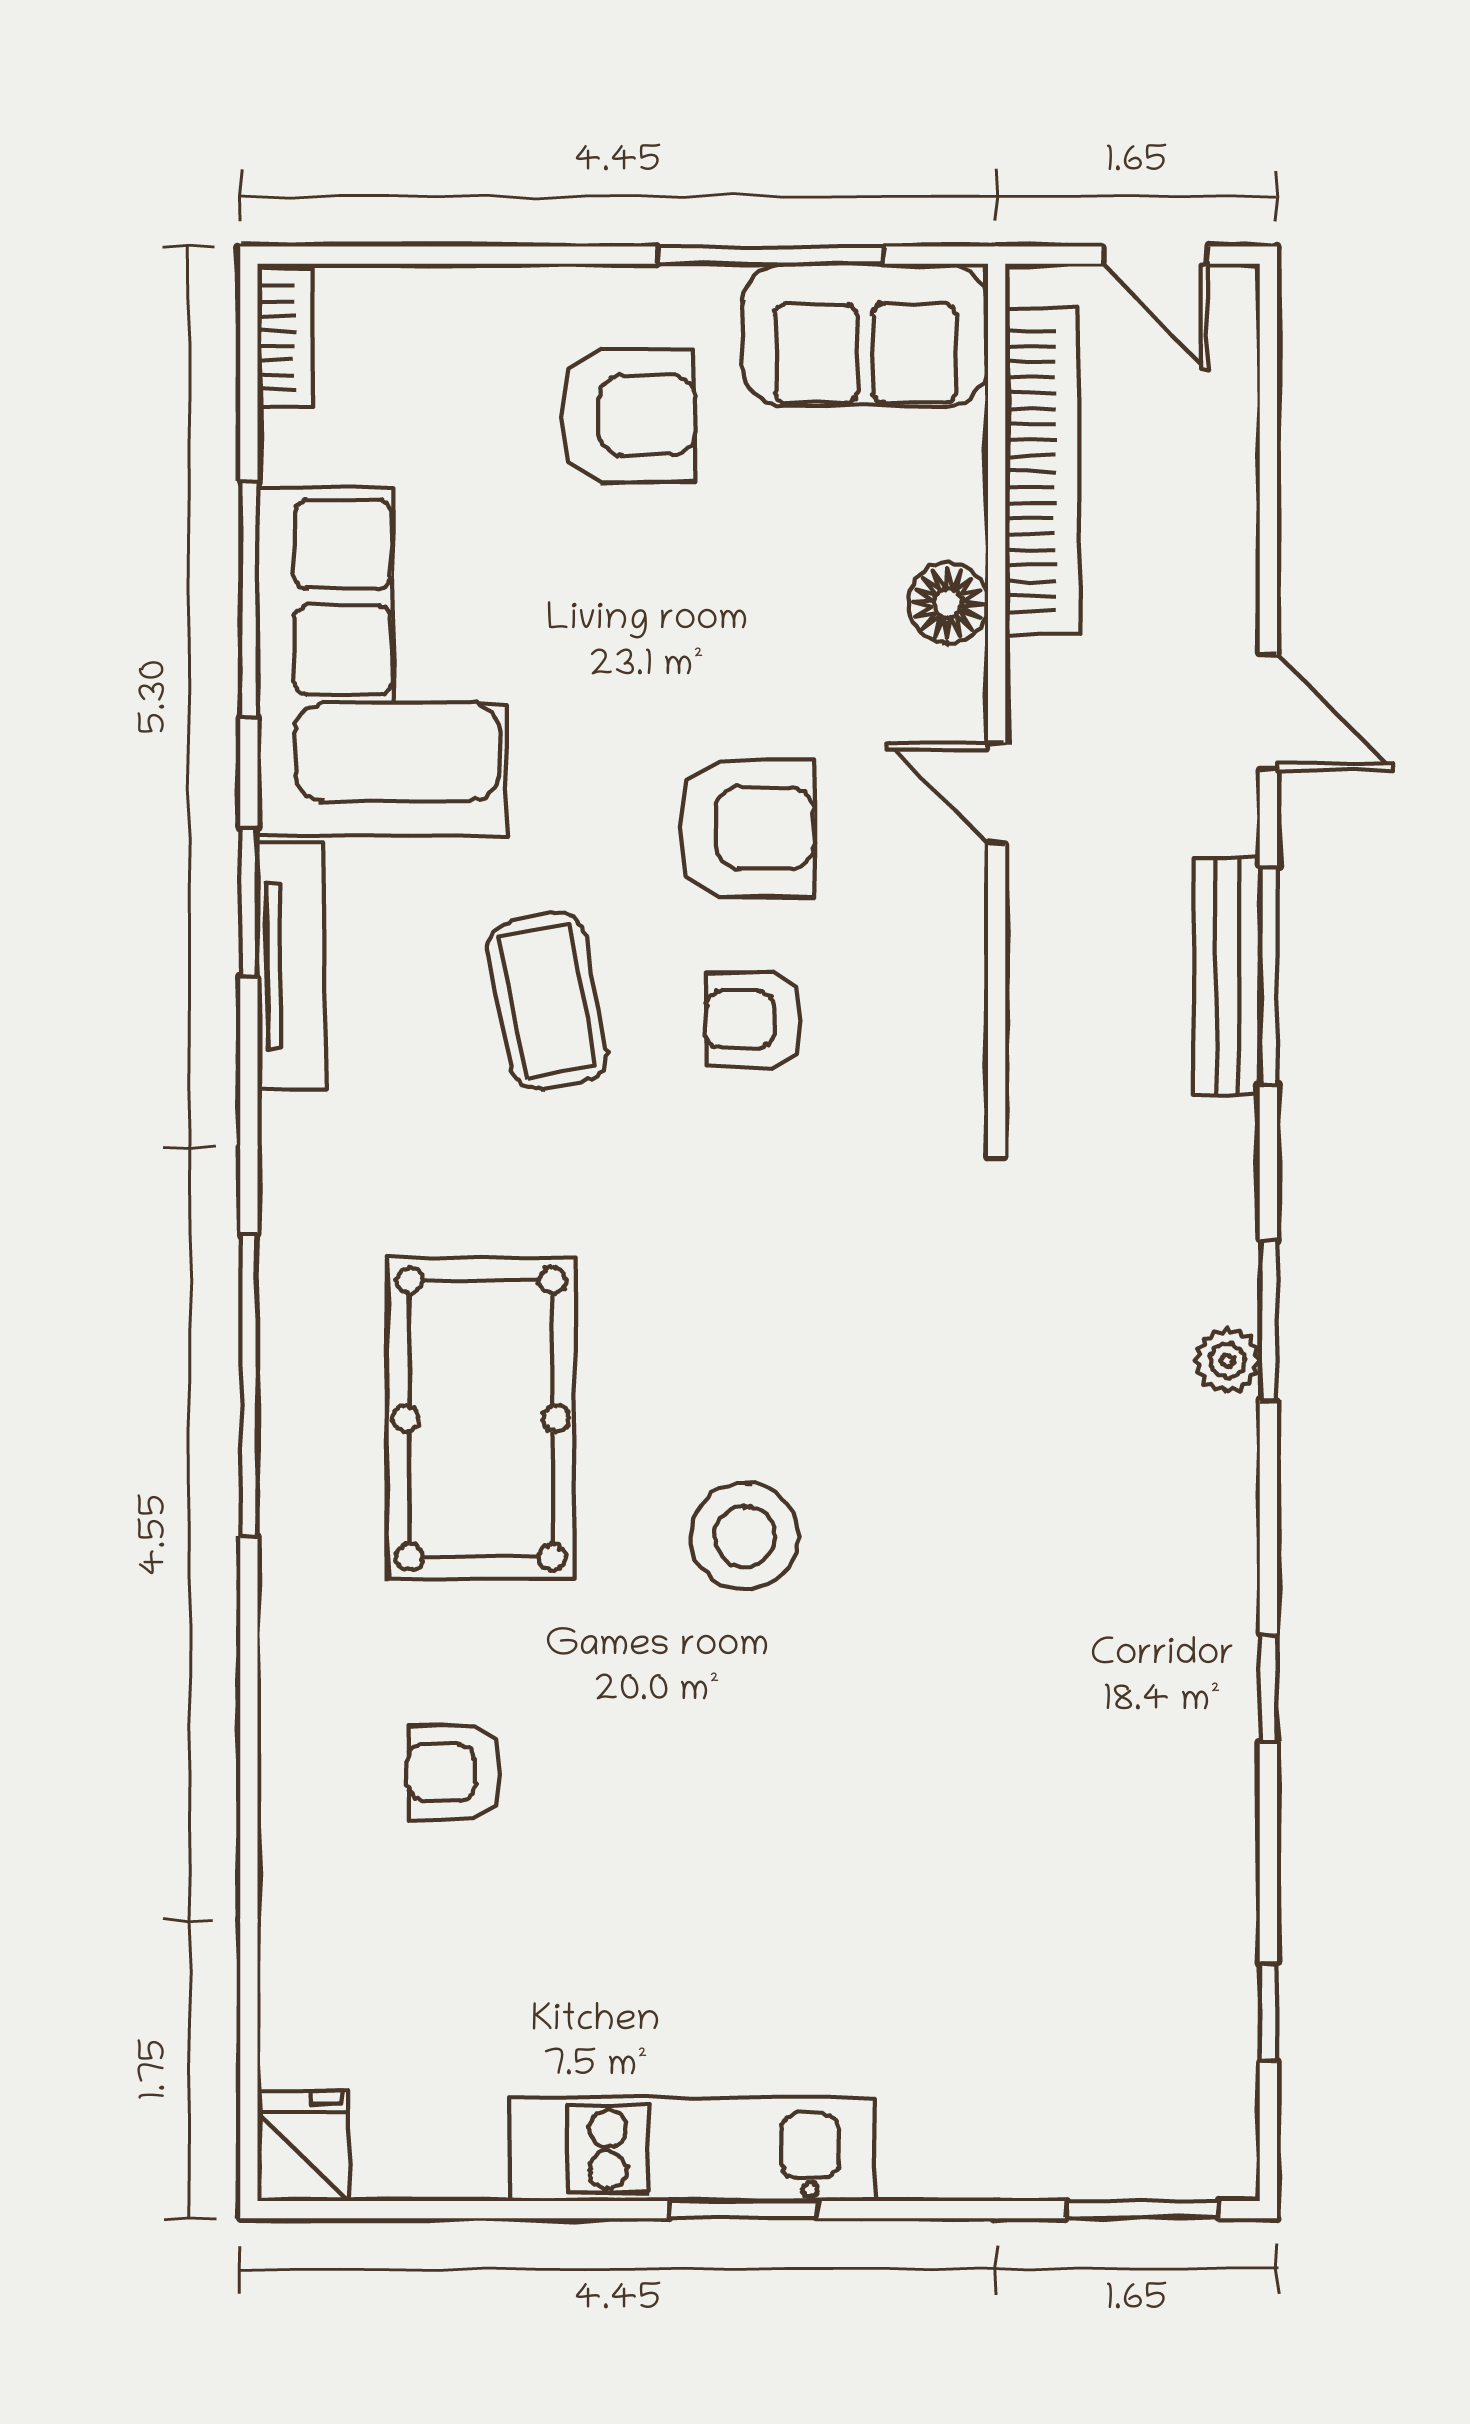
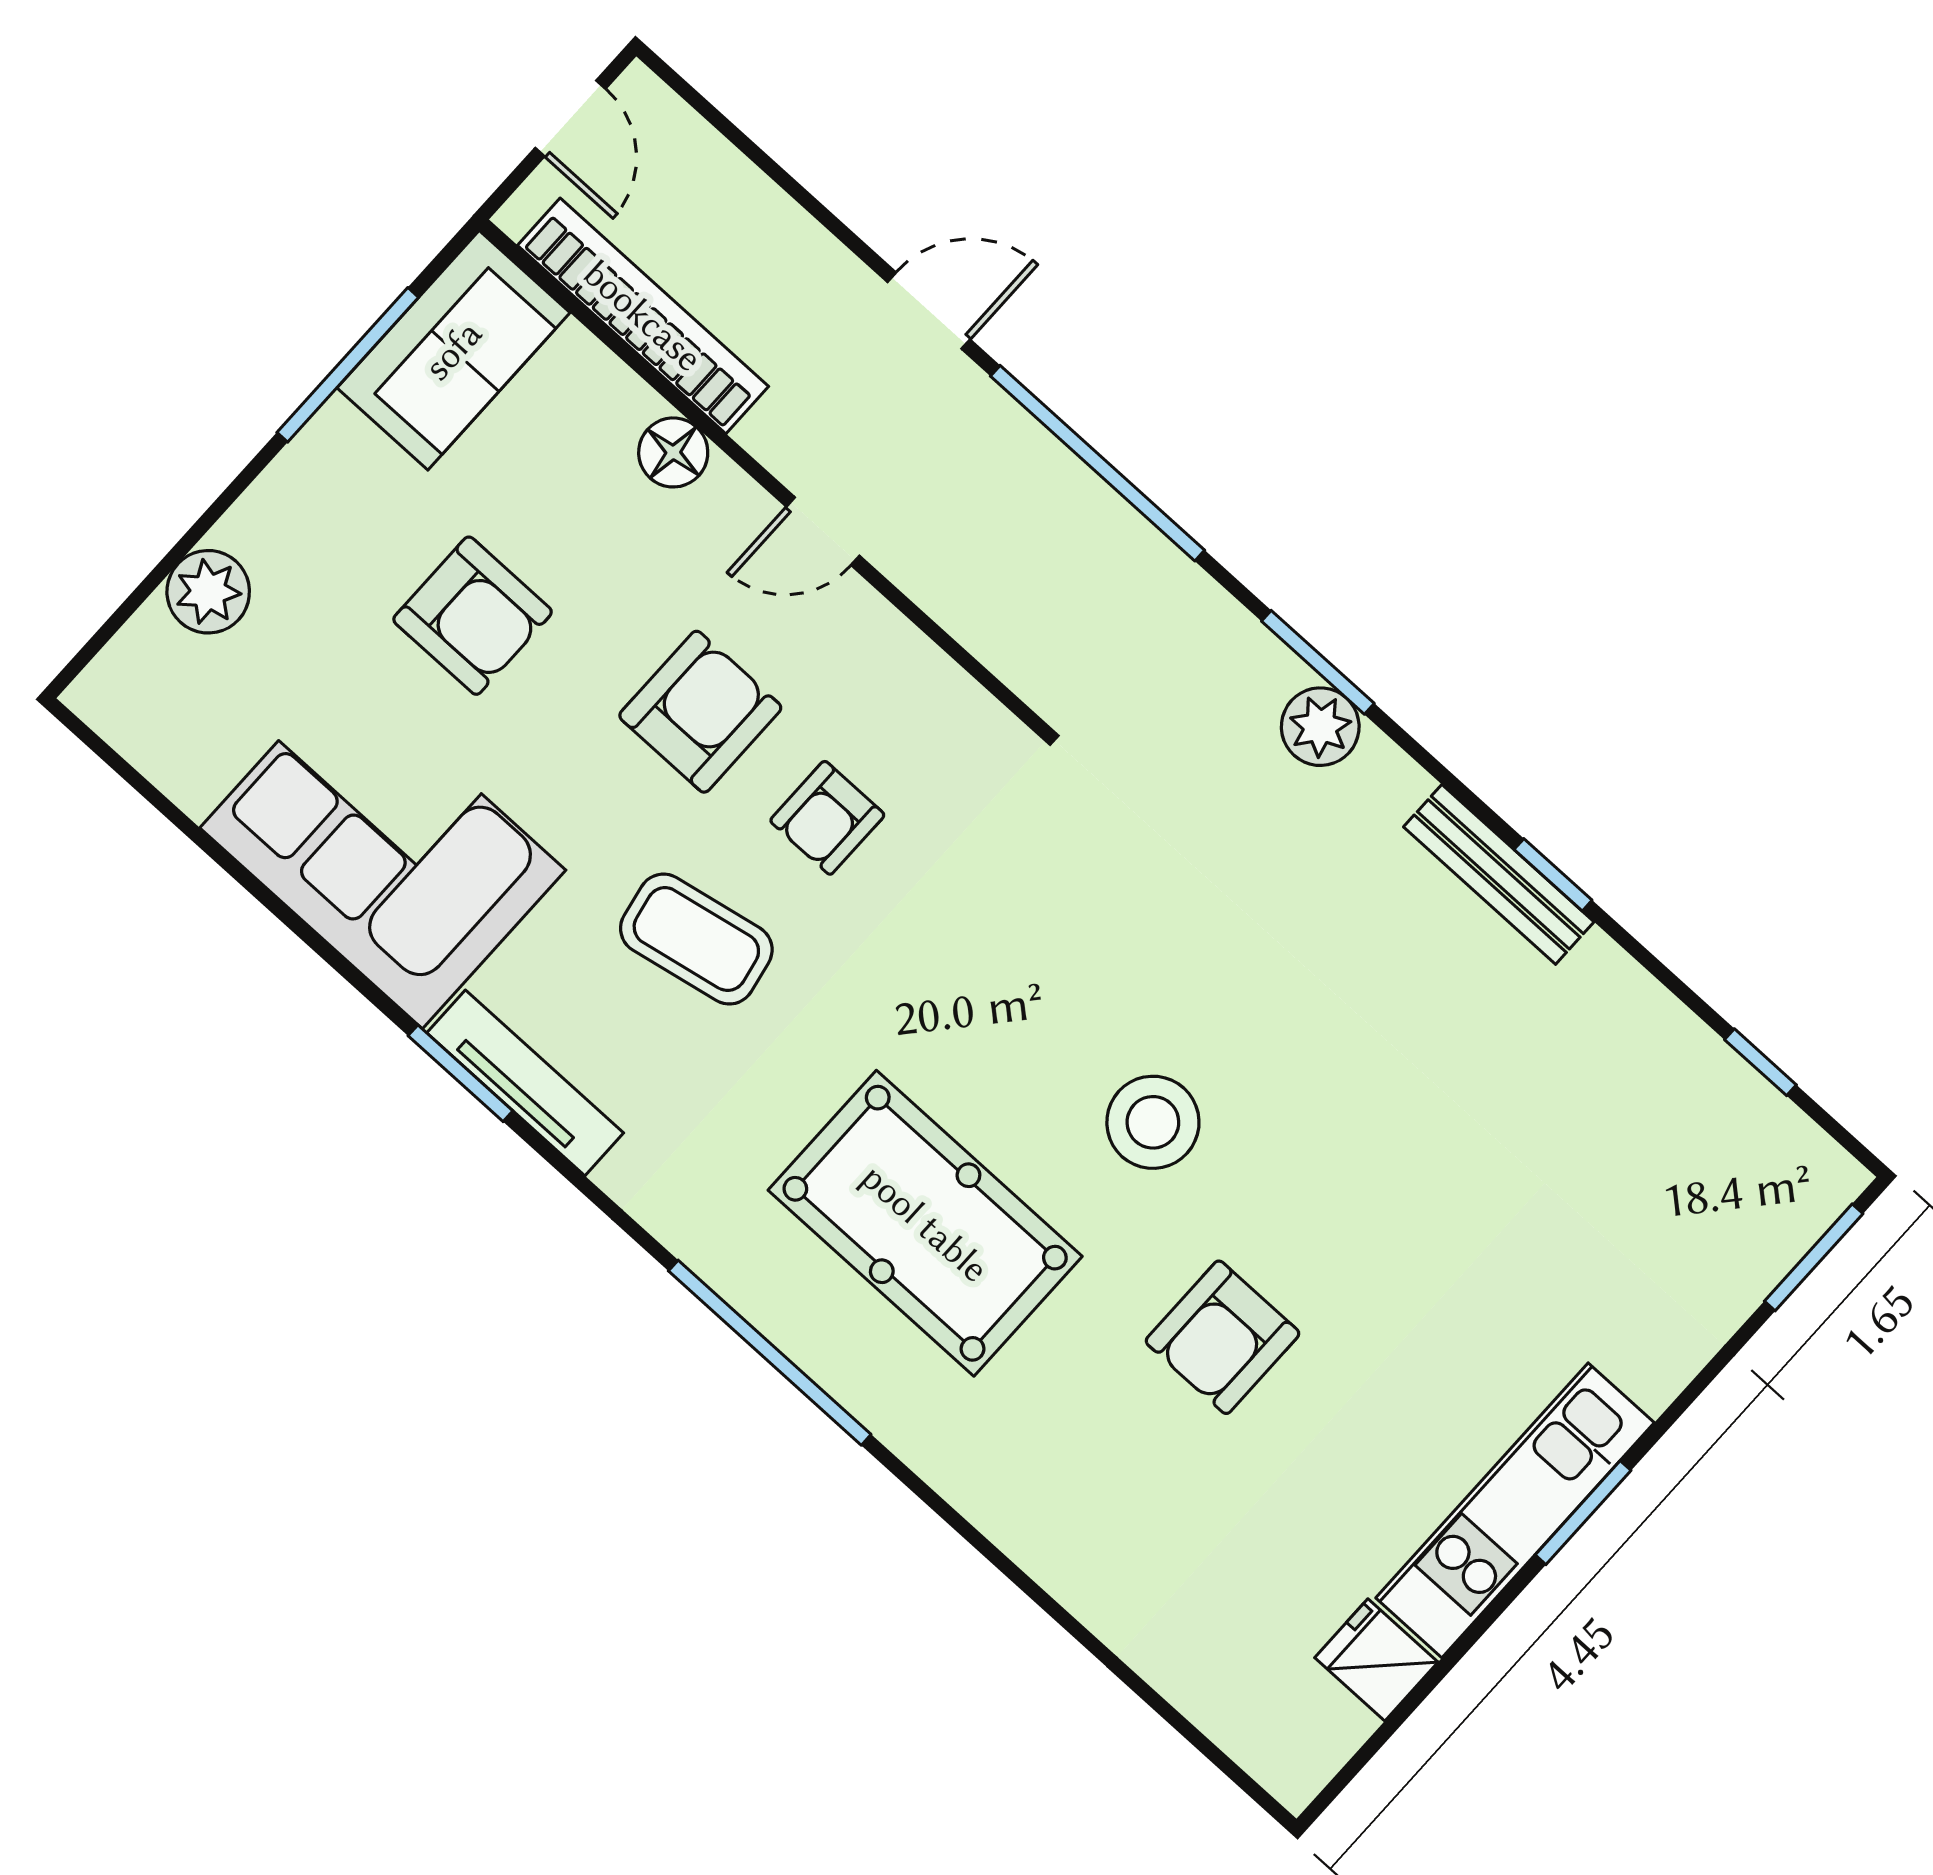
door: (1155, 255) -> (570, 118), hinge flipped
plant: (467, 312) -> (208, 592), added
bookcase: (285, 338) -> (120, 723), removed
armchair: (628, 415) -> (473, 616), moved, turned 90
window: (249, 600) -> (267, 898), removed
bench: (1227, 976) -> (1499, 874), moved
window: (1268, 976) -> (1097, 463), width x1.46
plant: (1227, 1360) -> (1320, 727), width x1.38, depth x1.38
armchair: (455, 1772) -> (1223, 1337), moved, width x1.38, depth x1.38
fridge: (303, 2146) -> (1376, 1660), moved

